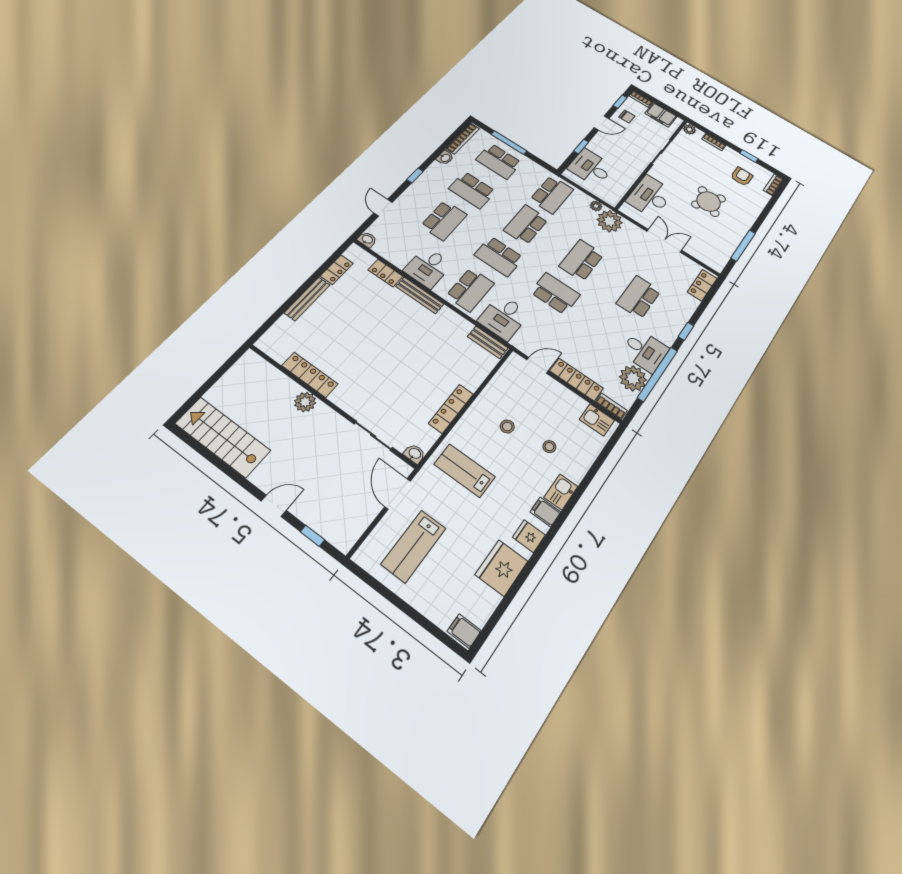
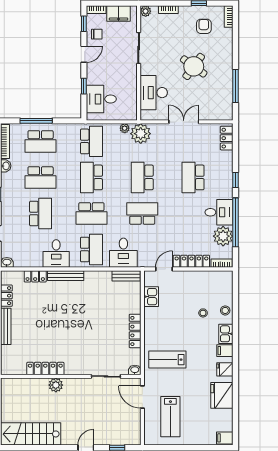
kitchen sink: (597, 420) -> (151, 297), moved, turned -90
stool: (507, 426) -> (225, 310), moved

